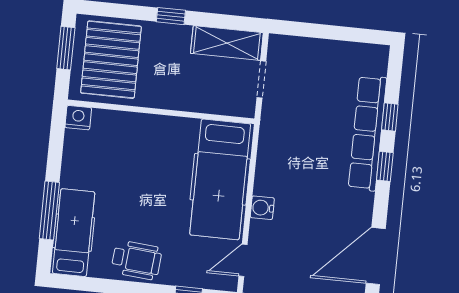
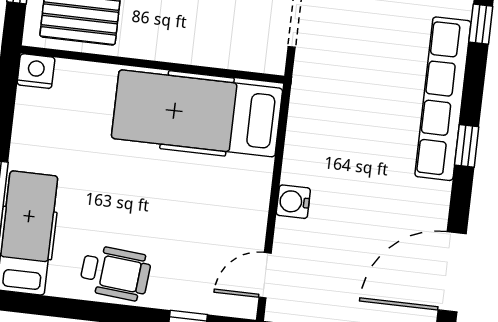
window: (390, 117) -> (481, 24), moved
hospital bed: (220, 179) -> (197, 113), moved, turned 90

